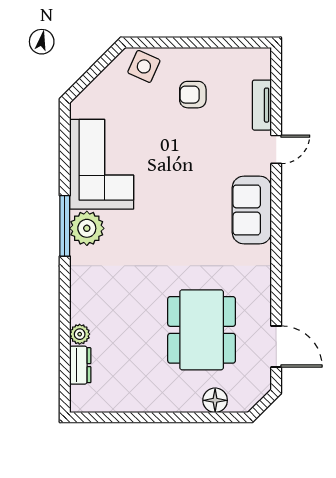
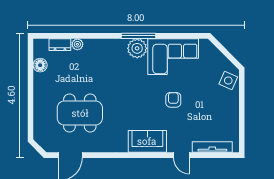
armchair: (193, 95) -> (173, 100), moved
tv unit: (262, 105) -> (212, 147), width x1.41
floor lamp: (215, 400) -> (40, 65), moved

